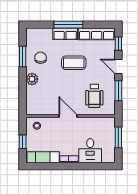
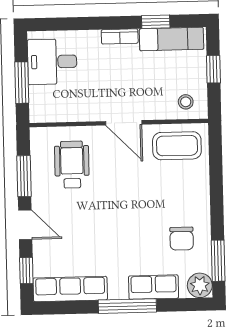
row of seats: (65, 34) -> (154, 287), moved
window: (23, 57) -> (218, 261), moved
coffee table: (74, 63) -> (177, 146), moved
plant: (32, 79) -> (200, 285), moved
desk: (90, 151) -> (52, 62), moved, turned -90
window: (51, 166) -> (156, 22), added

